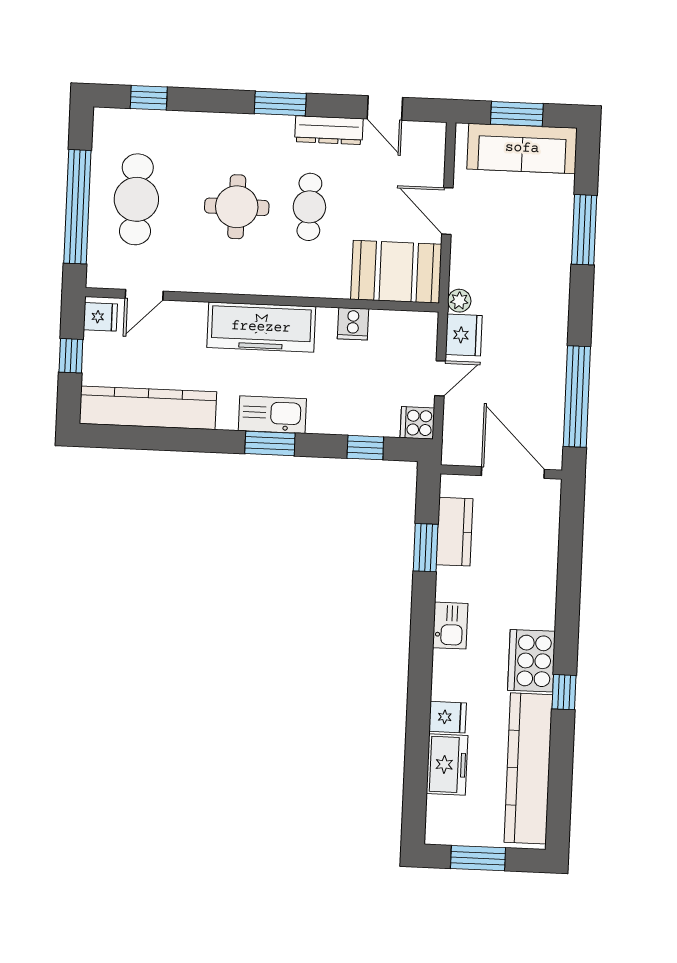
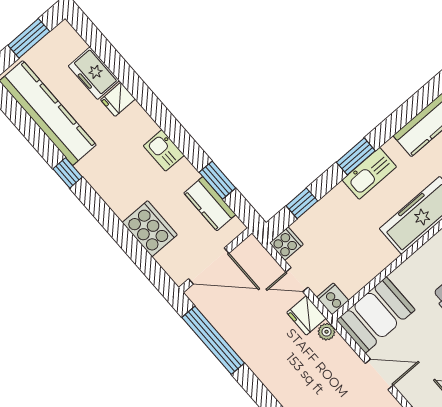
cooker: (353, 324) -> (333, 299), moved
door: (440, 378) -> (297, 280), hinge flipped
cooker: (531, 661) -> (150, 229), moved

